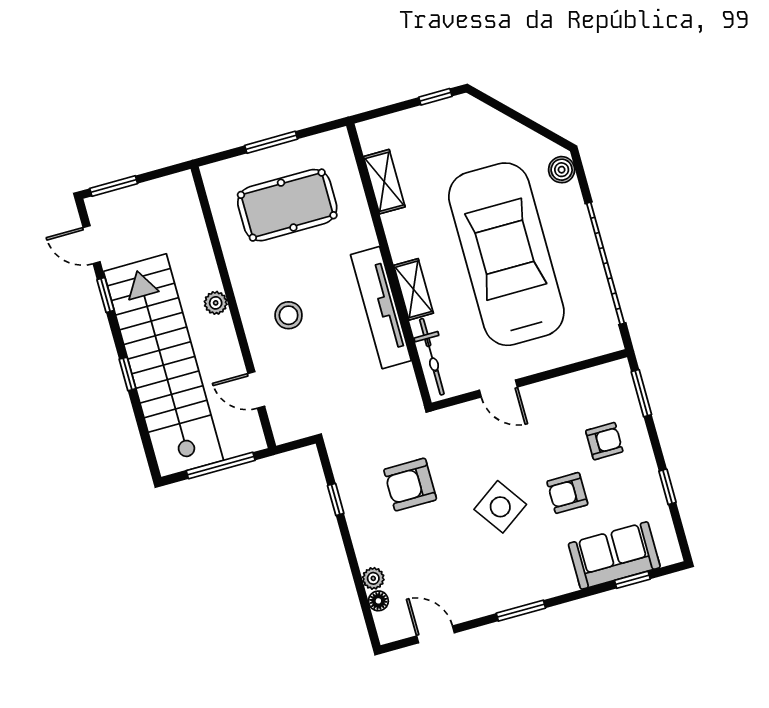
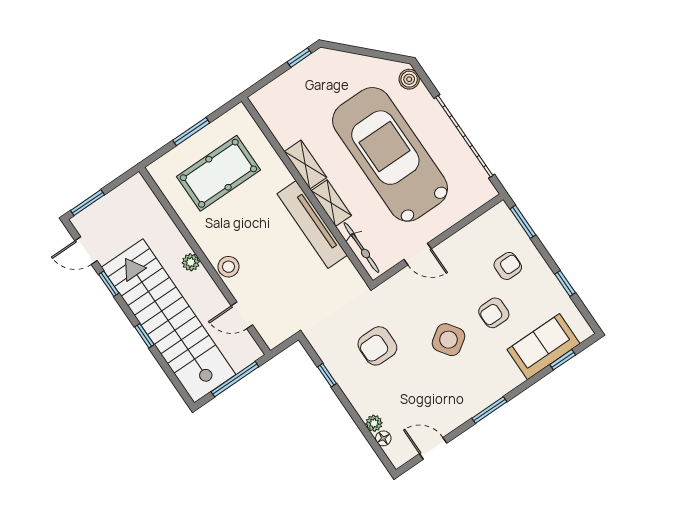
shelving: (384, 182) -> (305, 165), moved
stool: (289, 315) -> (228, 267), moved

